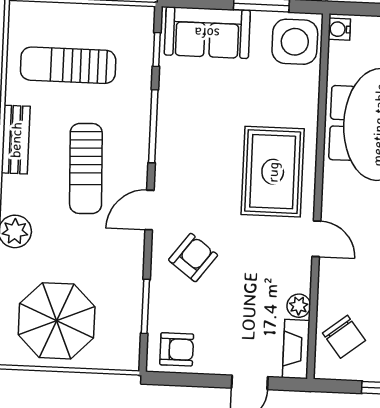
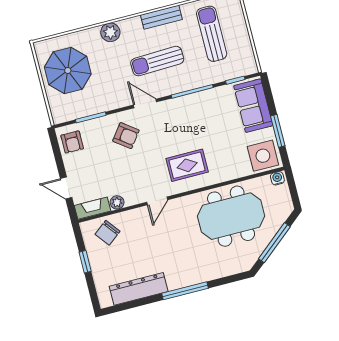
rug: (273, 172) -> (187, 165), width x0.73, depth x0.70

